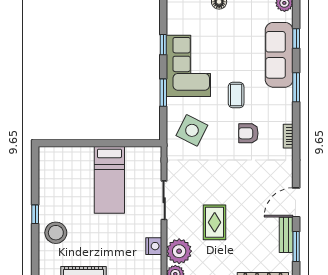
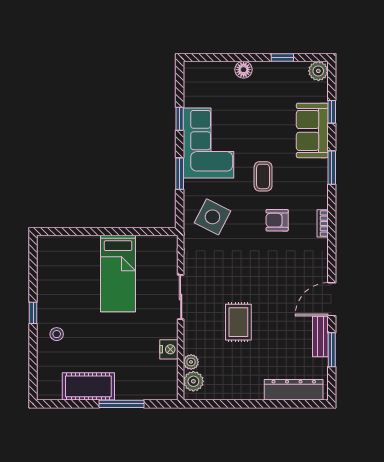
sofa: (279, 55) -> (312, 130), width x0.73
stool: (56, 233) -> (57, 334), width x0.53, depth x0.53
plant: (179, 251) -> (191, 362), width x0.53, depth x0.53

